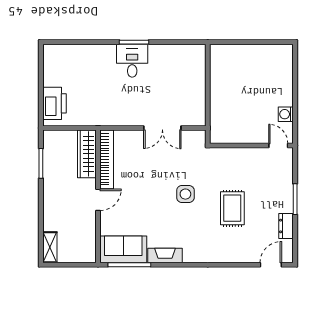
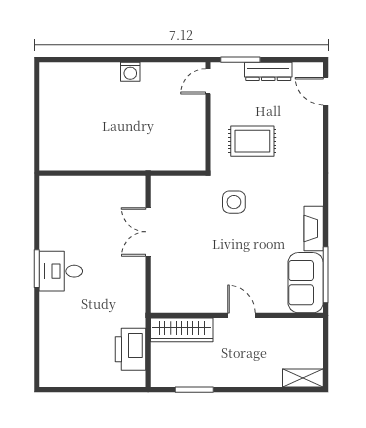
printer: (54, 103) -> (131, 349), moved, turned -90
double door: (162, 128) -> (148, 232), swing flipped
wall: (251, 145) -> (208, 116), moved
door: (278, 145) -> (208, 81), moved
bookcase: (107, 159) -> (189, 304), removed
dresser: (286, 226) -> (268, 71), width x1.44

